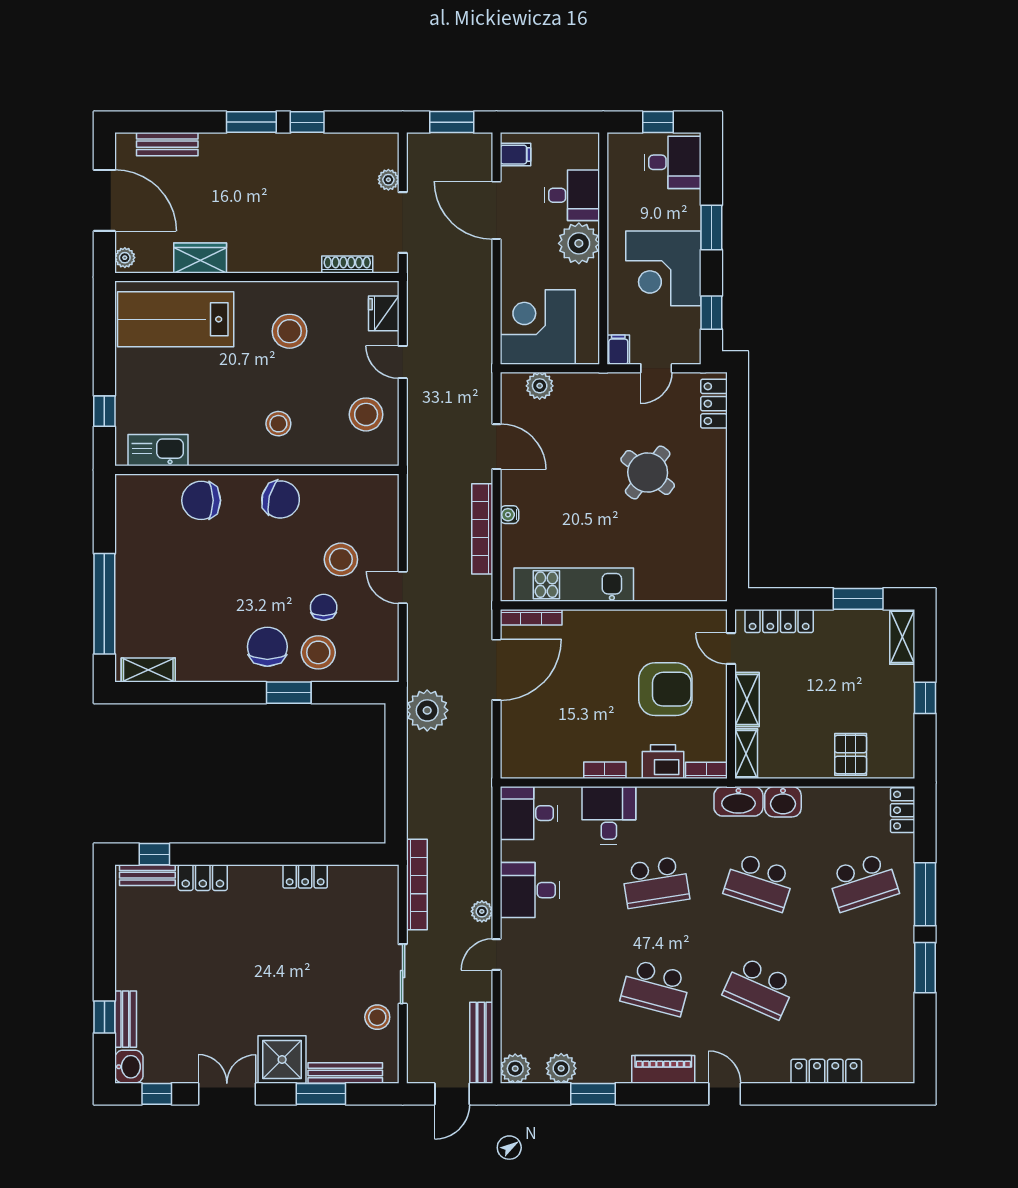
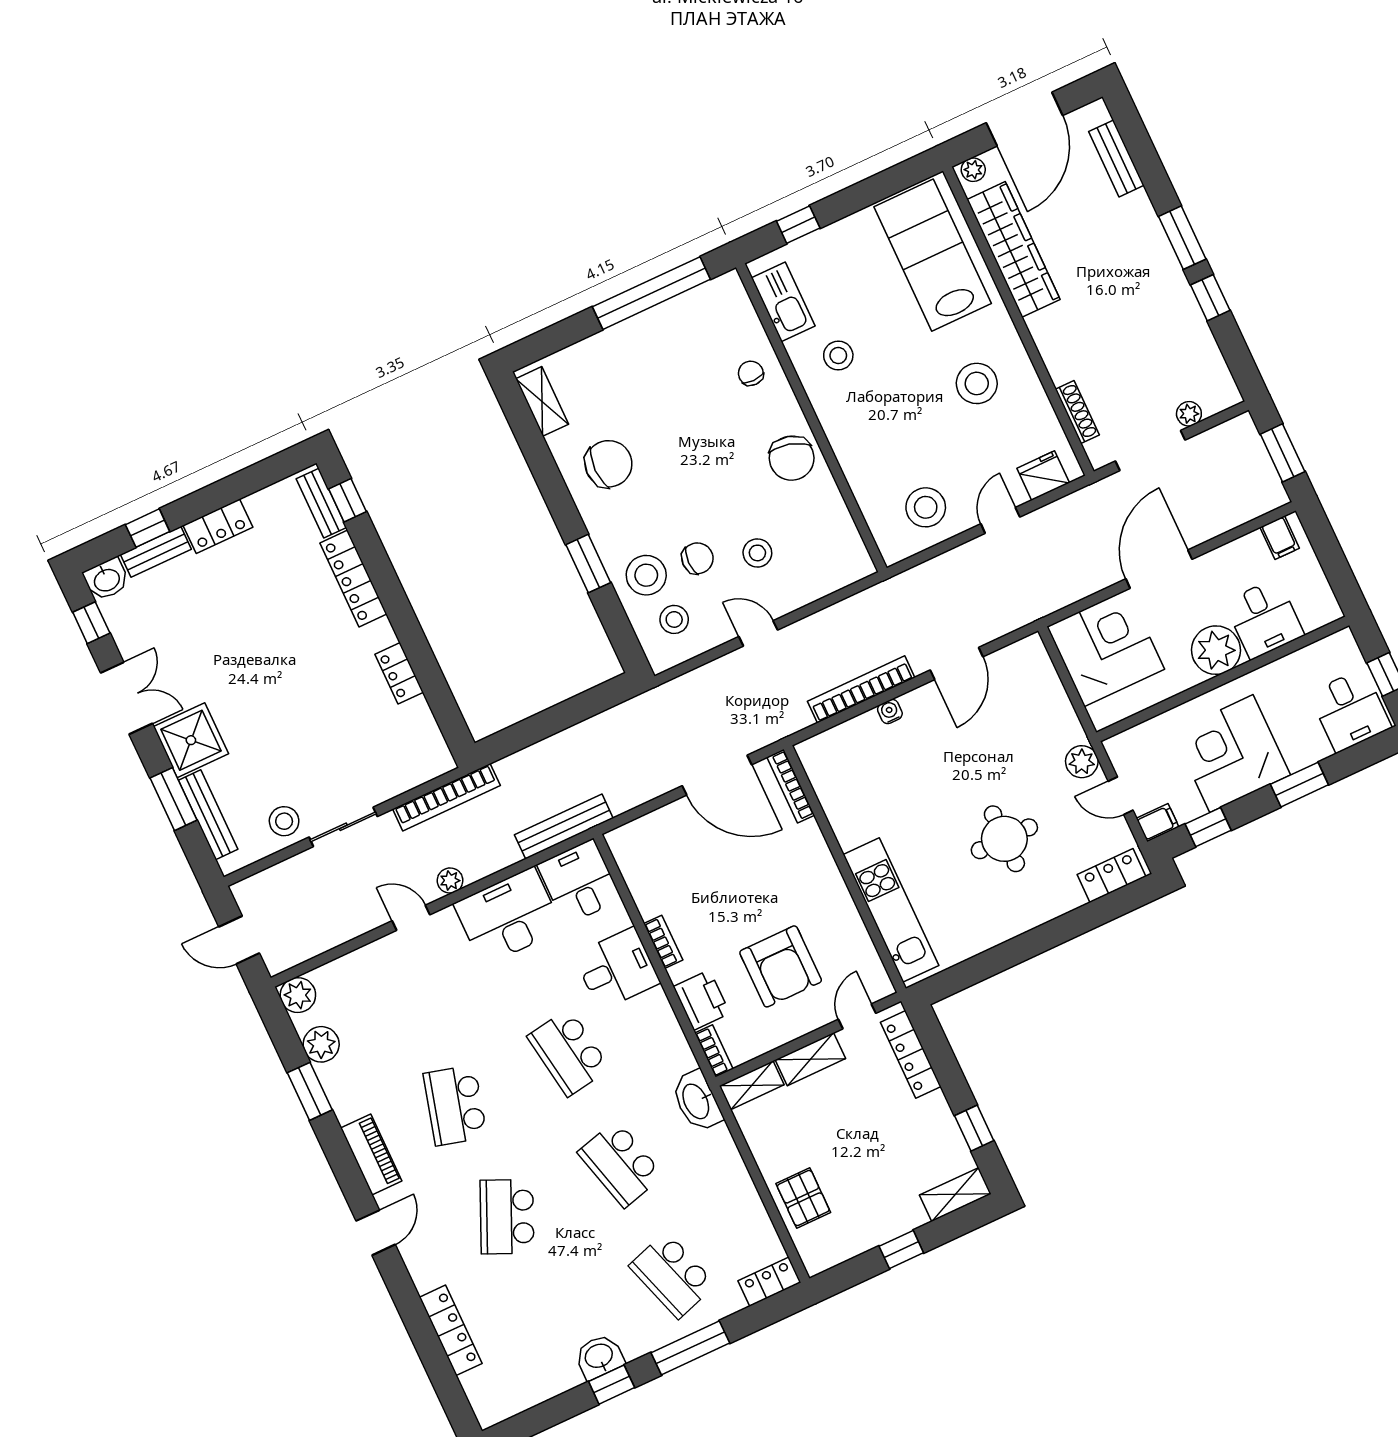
door: (496, 210) -> (1159, 569), moved
wardrobe: (200, 258) -> (1013, 249), width x2.10, depth x1.17
filing cabinet: (618, 350) -> (1158, 823), moved
plant: (540, 386) -> (1082, 762), moved
stool: (278, 424) -> (838, 356), moved
round table: (648, 472) -> (1004, 839), turned -37
chair: (201, 500) -> (751, 373), width x0.54, depth x0.54
stool: (341, 559) -> (757, 553), width x0.73, depth x0.73
kitchen unit: (574, 585) -> (891, 910), moved
door: (403, 587) -> (758, 633), hinge flipped
window: (858, 599) -> (974, 1128), width x0.67
window: (104, 604) -> (651, 293), moved
chair: (267, 647) -> (608, 464), moved
stool: (362, 647) -> (674, 619), added
plant: (427, 710) -> (638, 721), removed
pallet: (851, 754) -> (803, 1198), turned 90
washbasin: (783, 802) -> (599, 1357), moved, turned 90
locker: (203, 878) -> (353, 578), width x1.53
school desk: (759, 882) -> (620, 1164), turned -33
desk: (530, 890) -> (508, 917), width x1.37
locker: (128, 963) -> (218, 526), added
window: (925, 968) -> (612, 1385), width x0.67
bench: (481, 1043) -> (564, 827), moved

